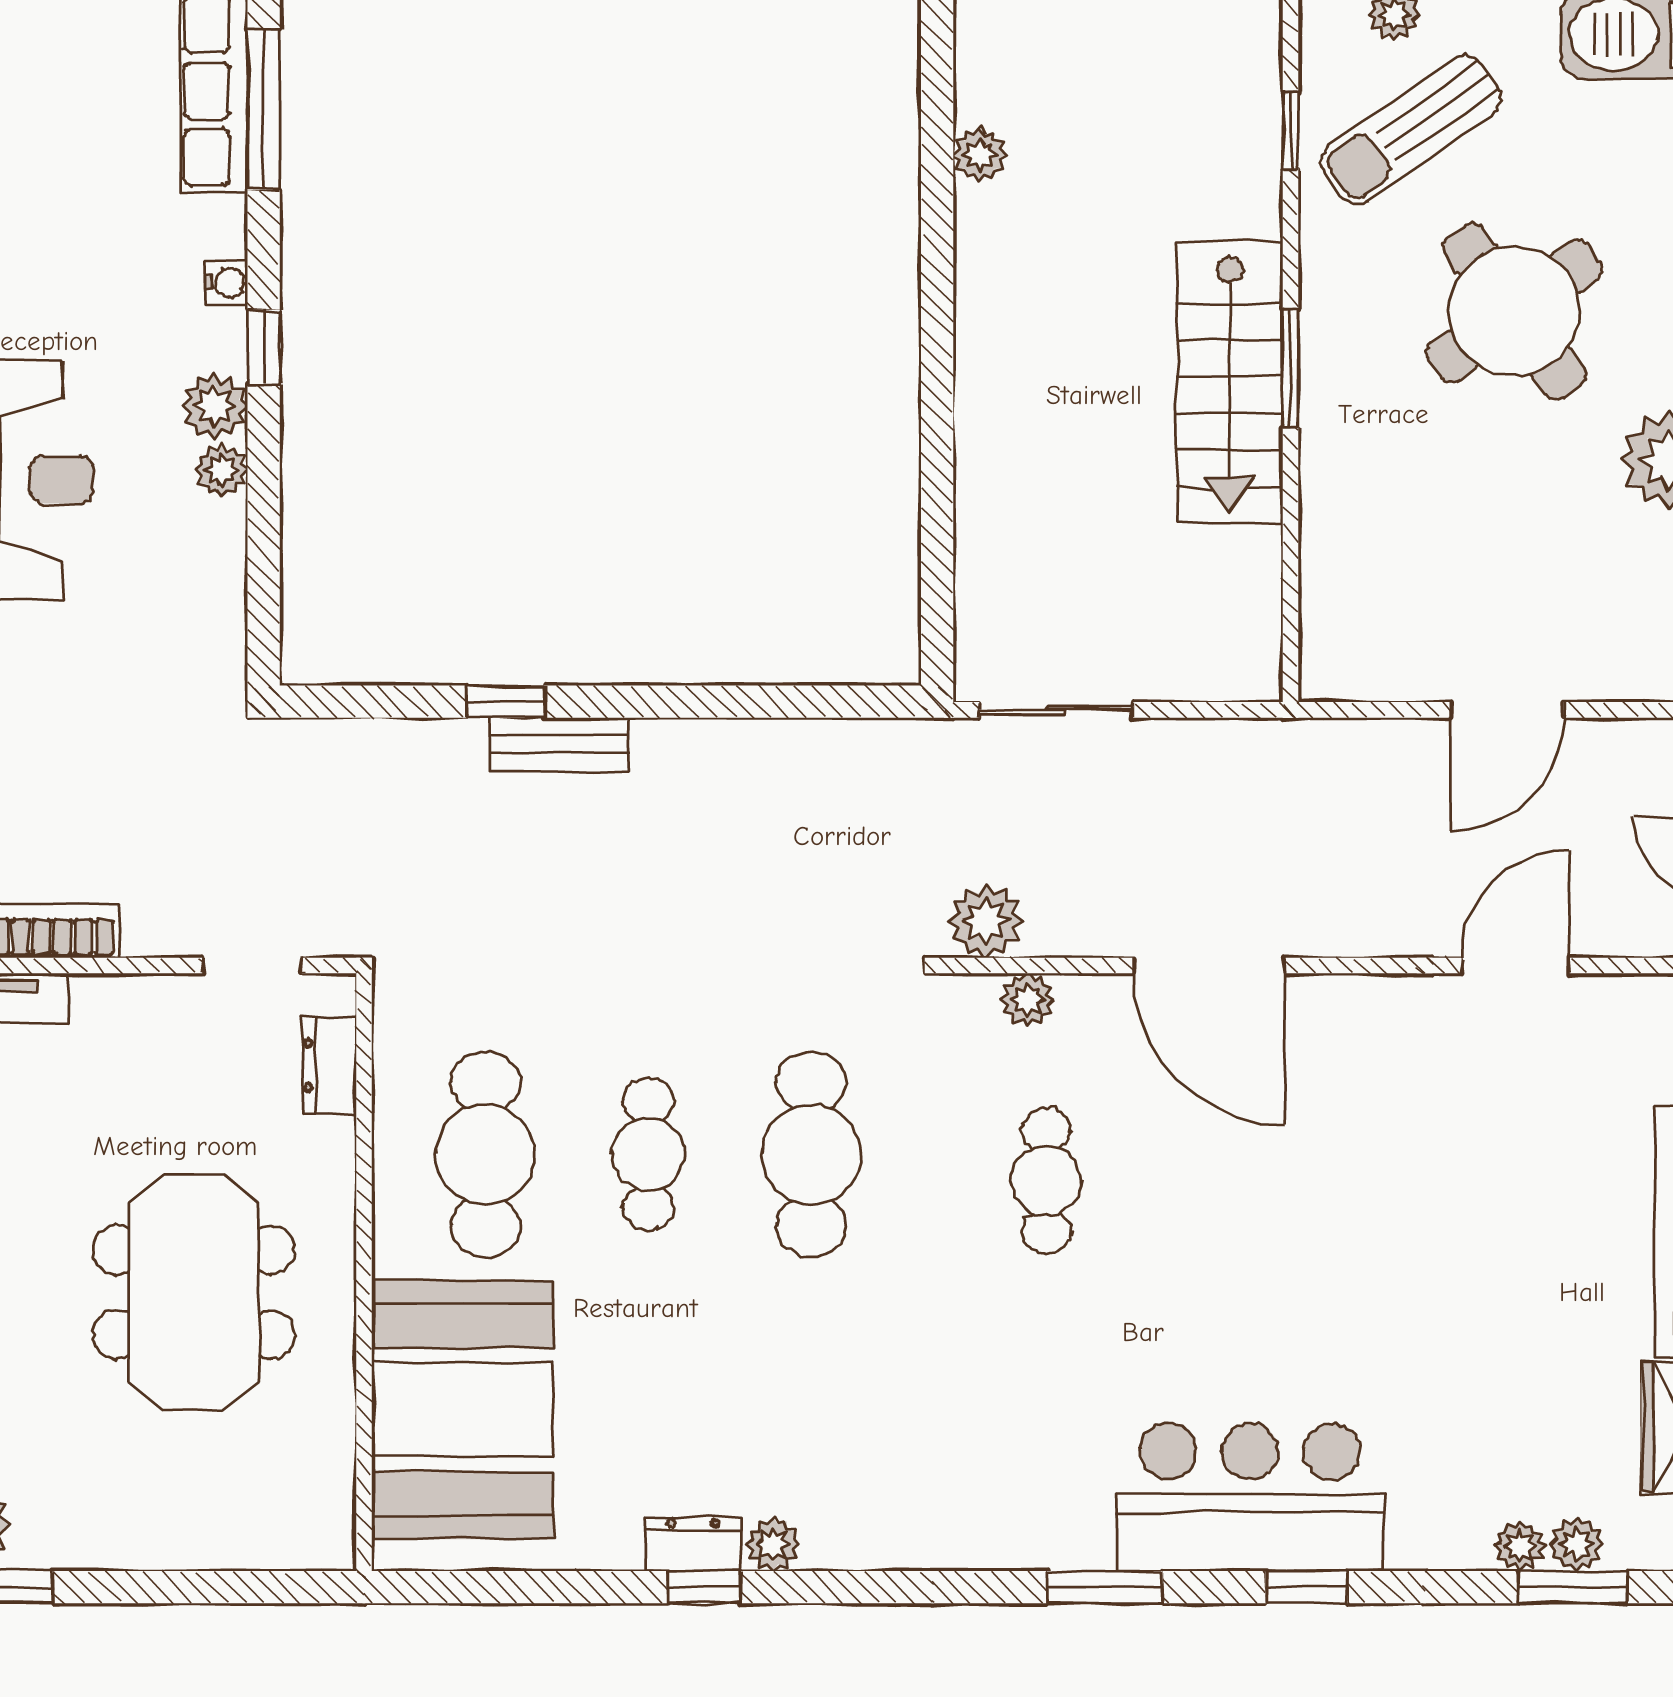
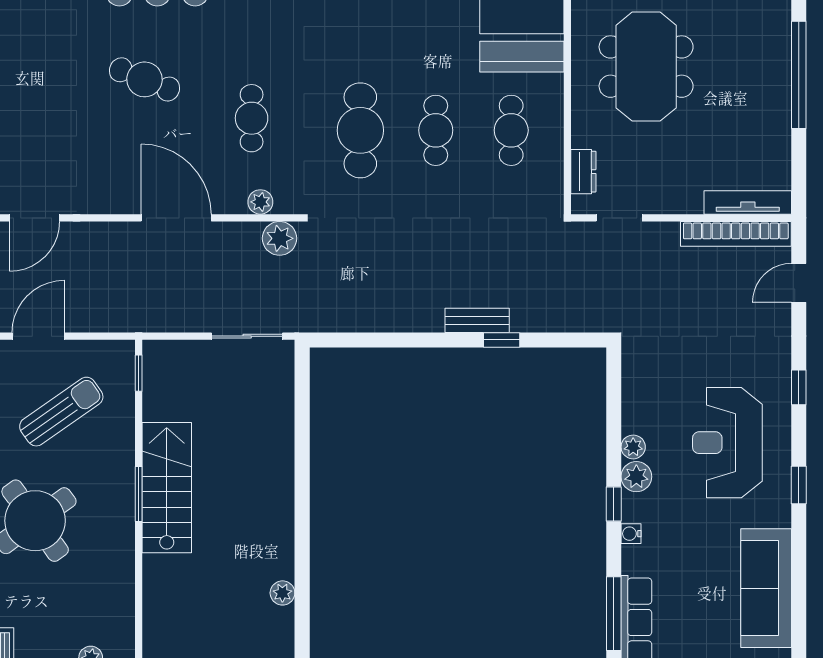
sun lounger: (1411, 130) -> (61, 412), moved
window: (1290, 131) -> (139, 373), moved
cafe table: (485, 1154) -> (511, 130), width x0.73, depth x0.74
cafe table: (1278, 1265) -> (145, 79), added

